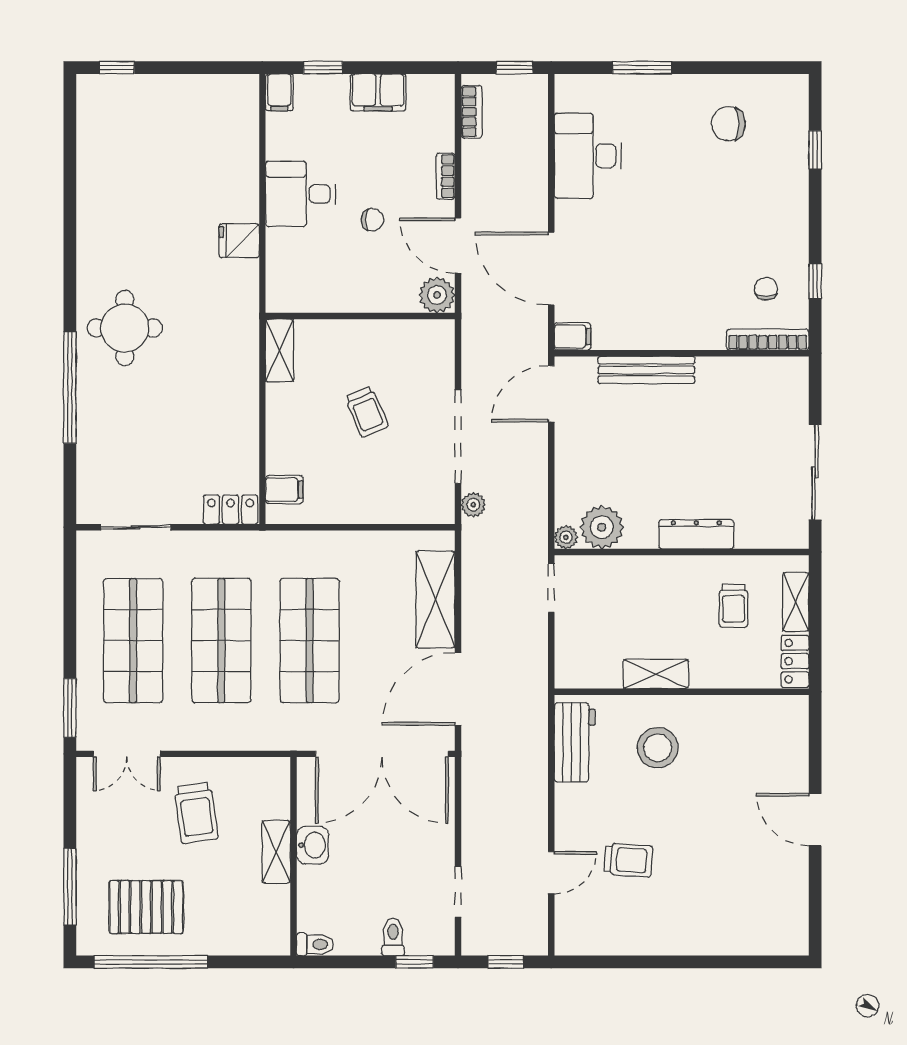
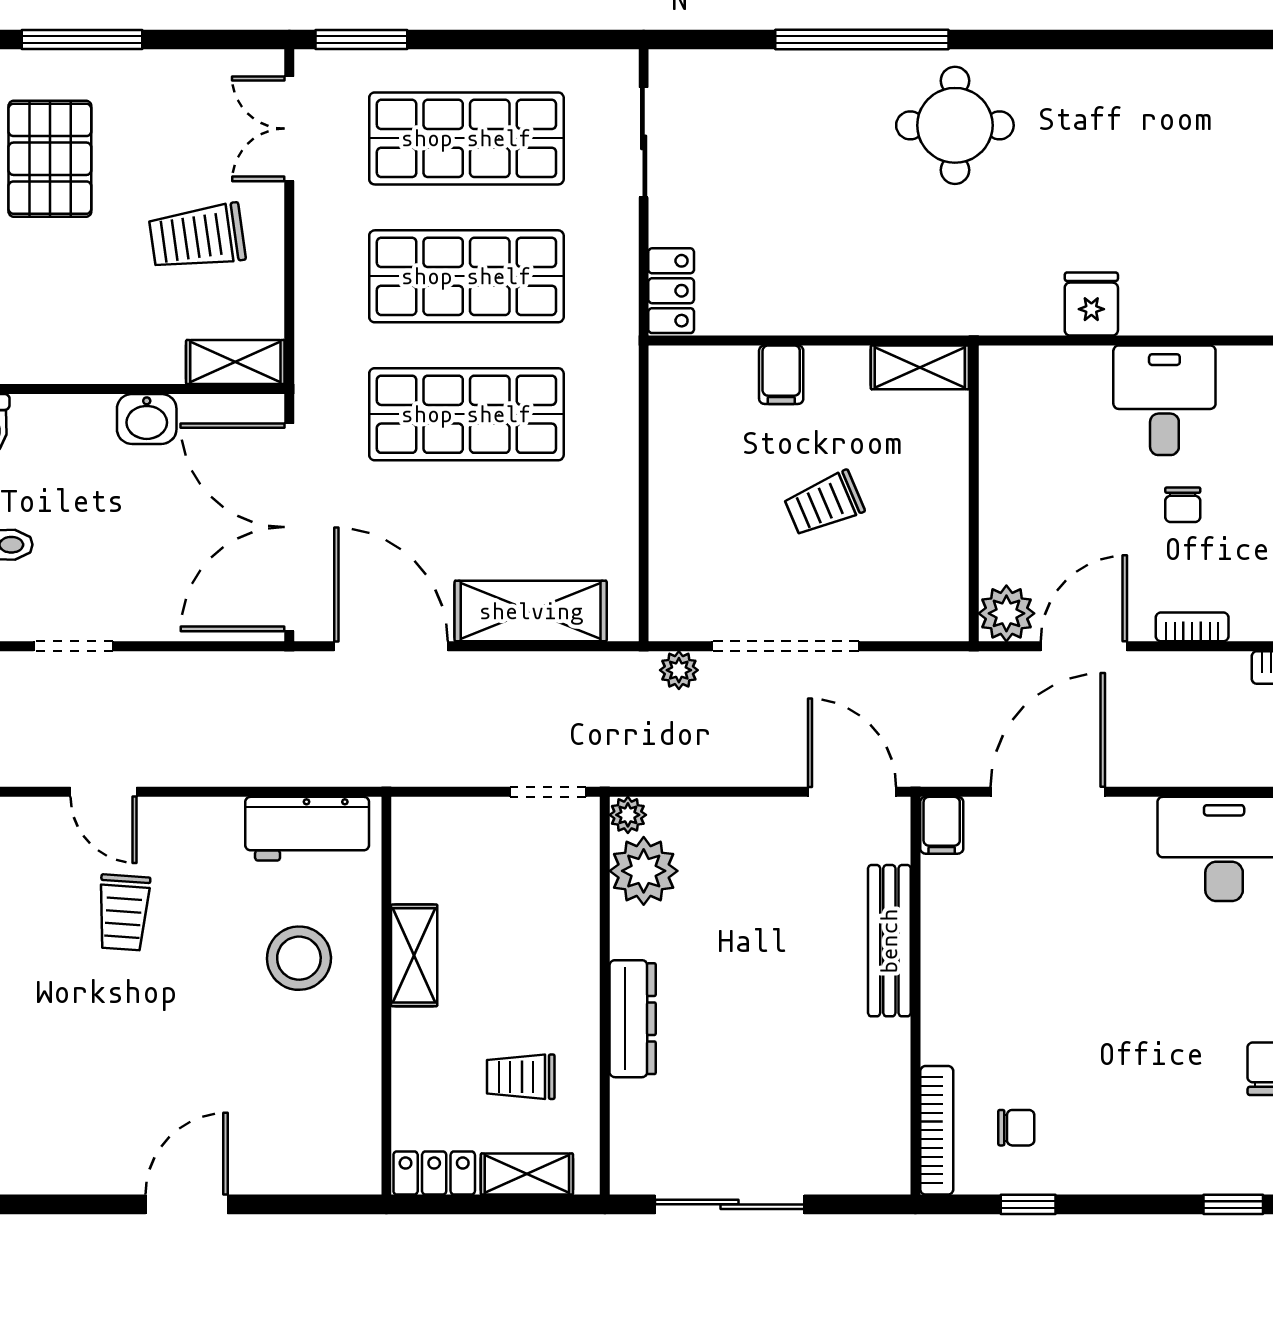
chair: (372, 220) -> (1183, 505), moved
filing cabinet: (284, 490) -> (781, 375), moved
shelving: (276, 852) -> (235, 362), moved

